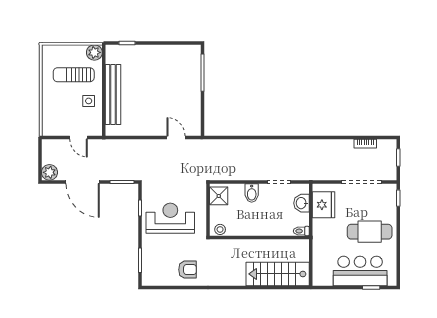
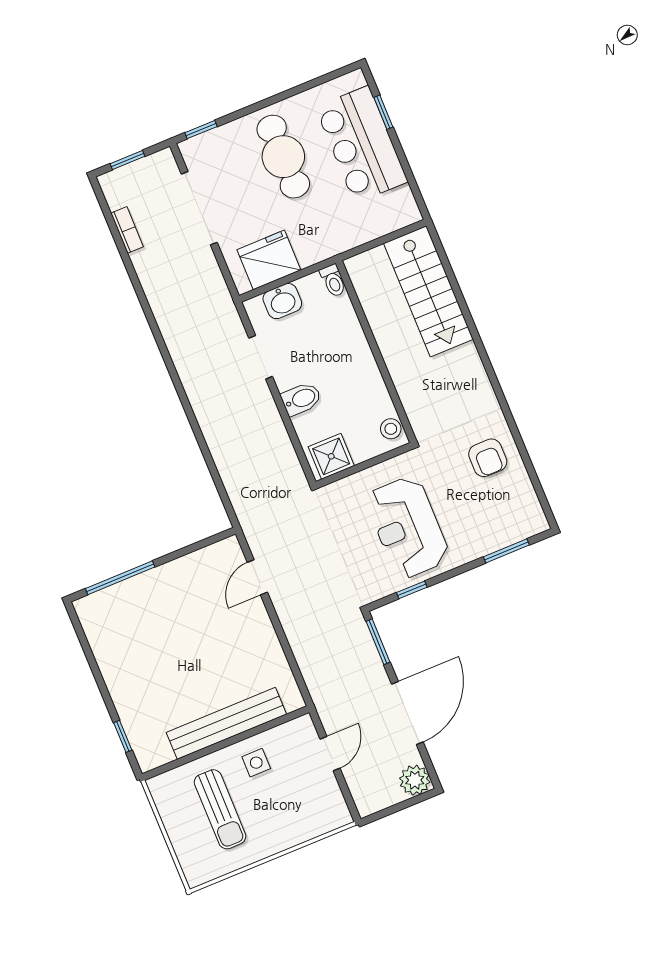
plant: (94, 52) -> (164, 788), removed
armchair: (188, 270) -> (488, 458), turned 180

